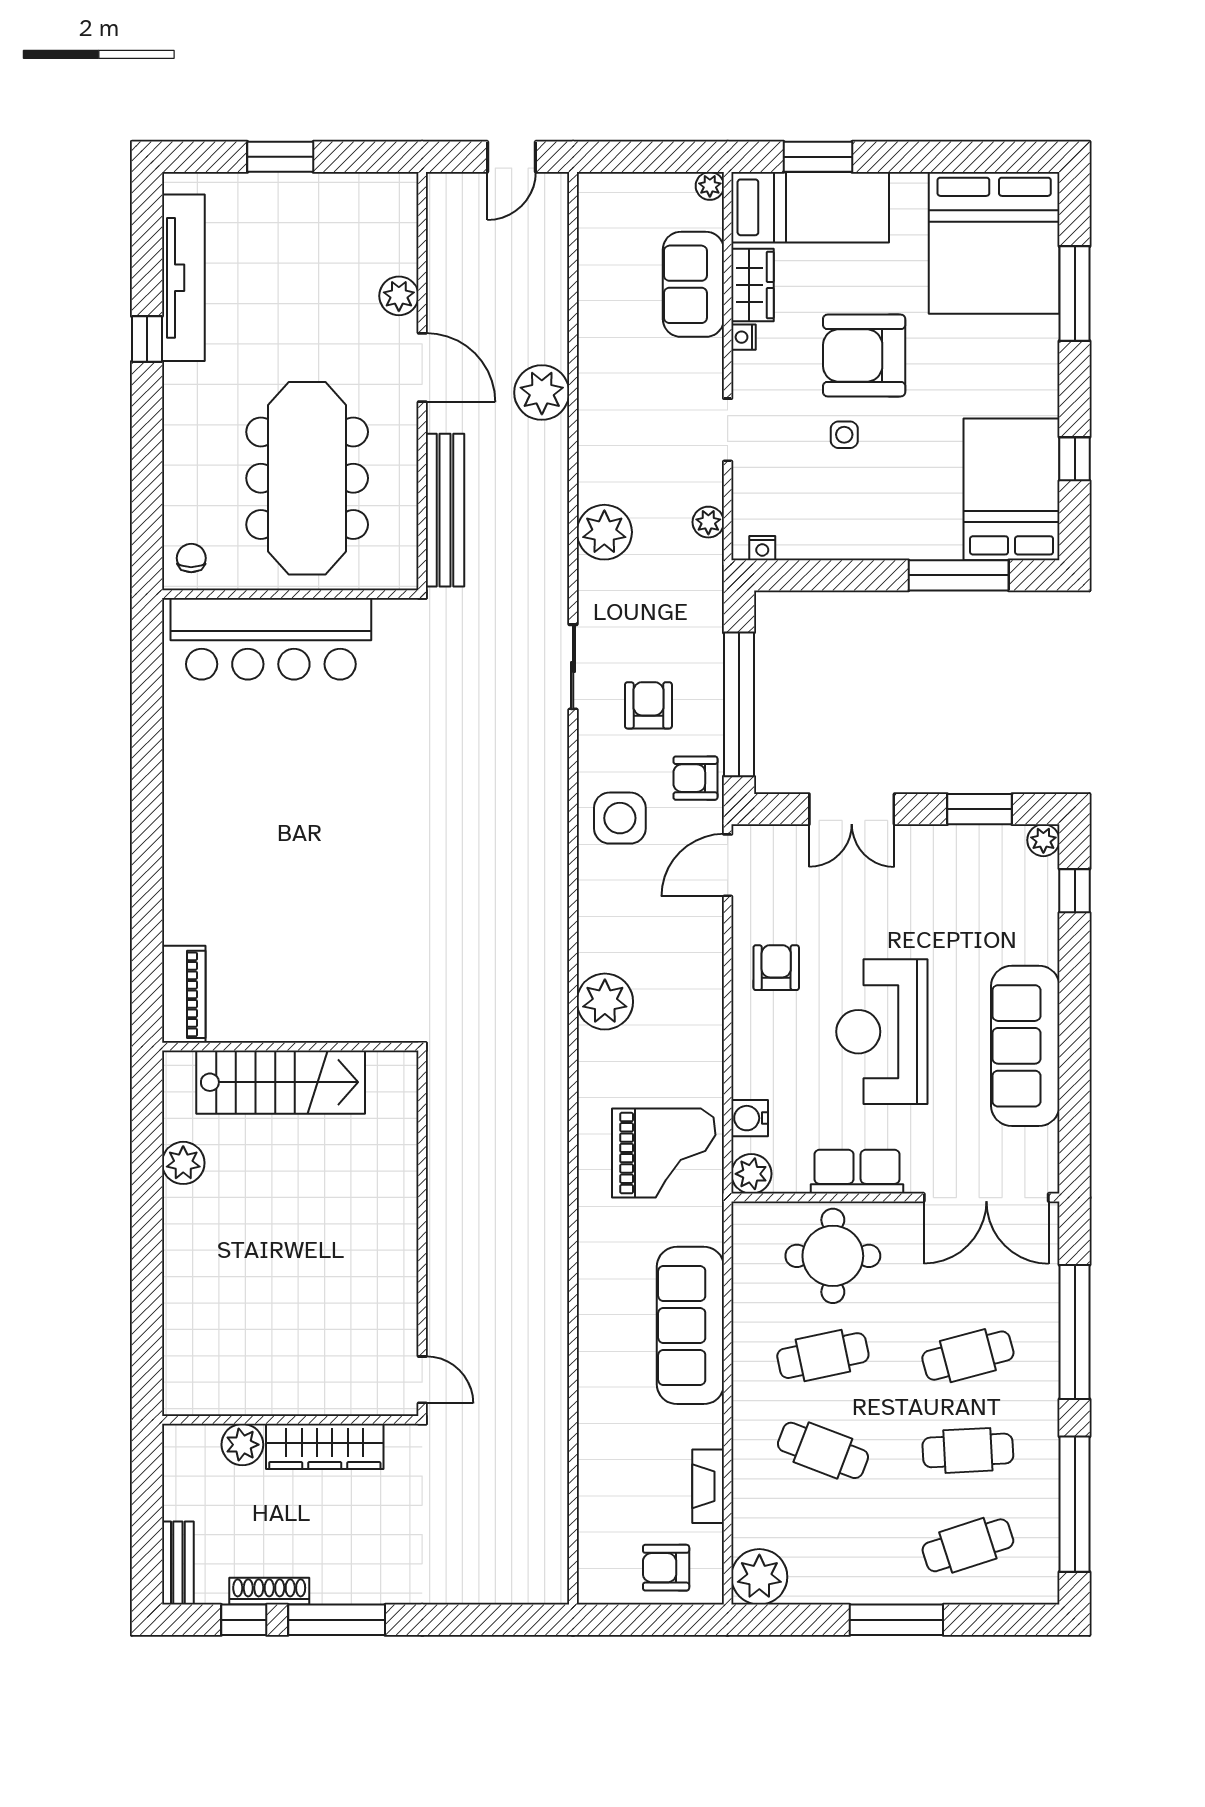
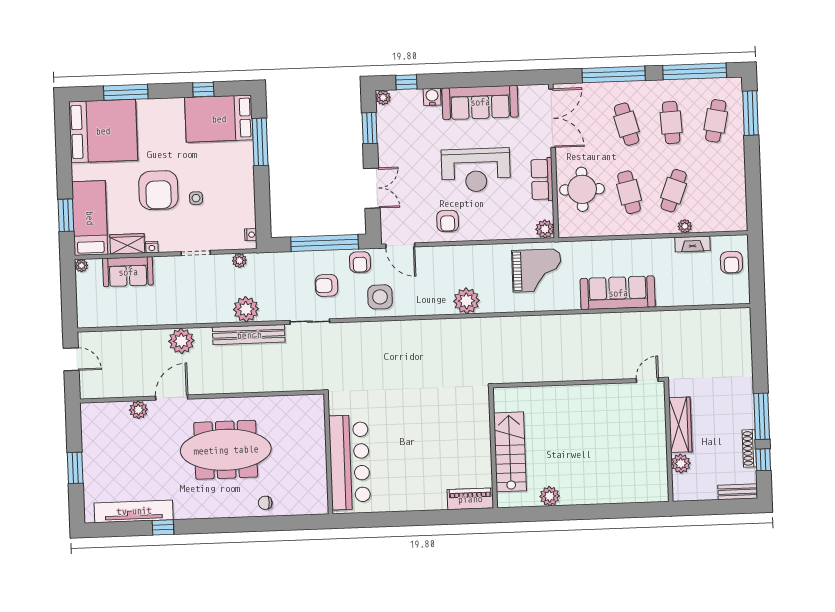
bench: (445, 510) -> (249, 335), moved
wall: (290, 594) -> (328, 454), moved
bar counter: (271, 639) -> (350, 462), moved
armchair: (776, 968) -> (448, 221), turned -90
water cooler: (750, 1118) -> (432, 97), moved, turned 180
grand piano: (664, 1153) -> (537, 271), turned 90
sofa: (690, 1325) -> (618, 293), moved, turned 180
cafe table: (968, 1545) -> (716, 121), turned 30
plant: (759, 1577) -> (685, 226), moved, width x0.53, depth x0.53
window: (896, 1620) -> (750, 113), moved

